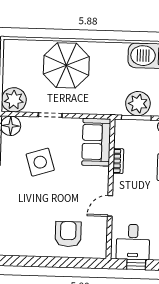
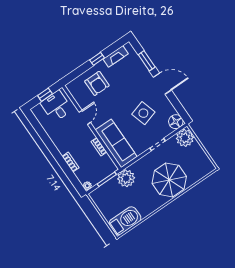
plant: (138, 104) -> (126, 178), moved
sofa: (96, 142) -> (116, 143), width x1.36
fireplace: (25, 249) -> (116, 56), added
window: (48, 262) -> (97, 59), added

